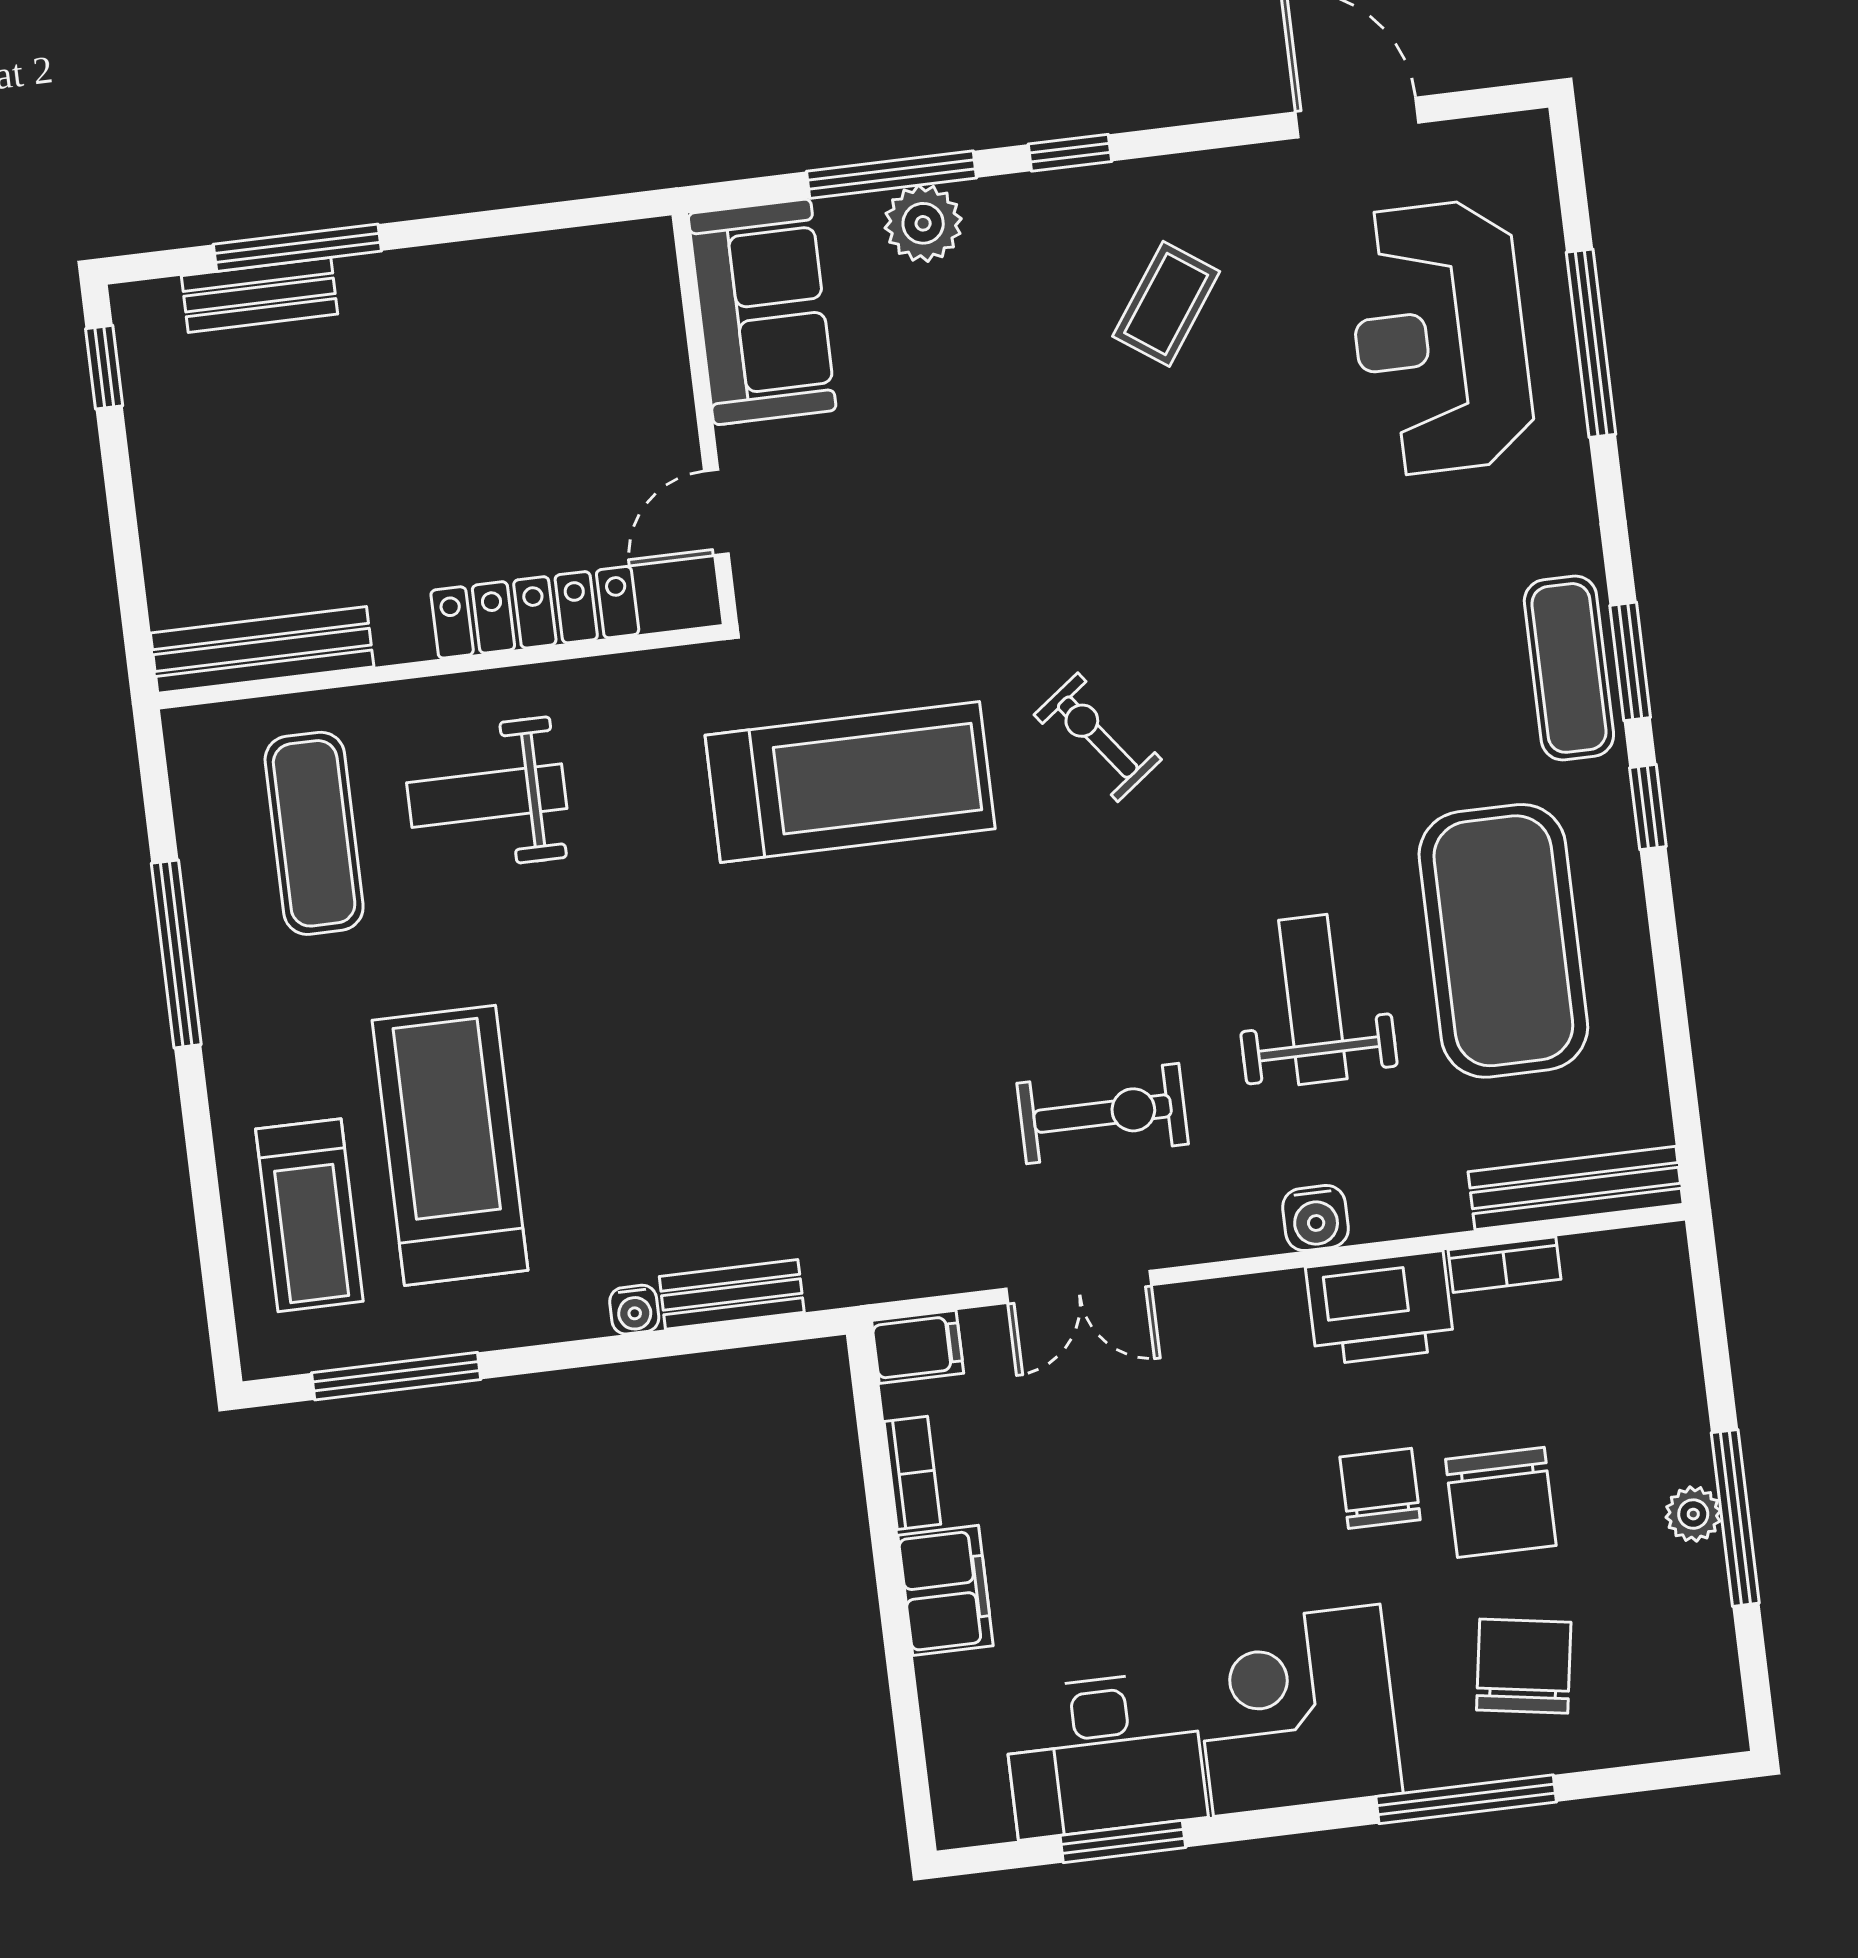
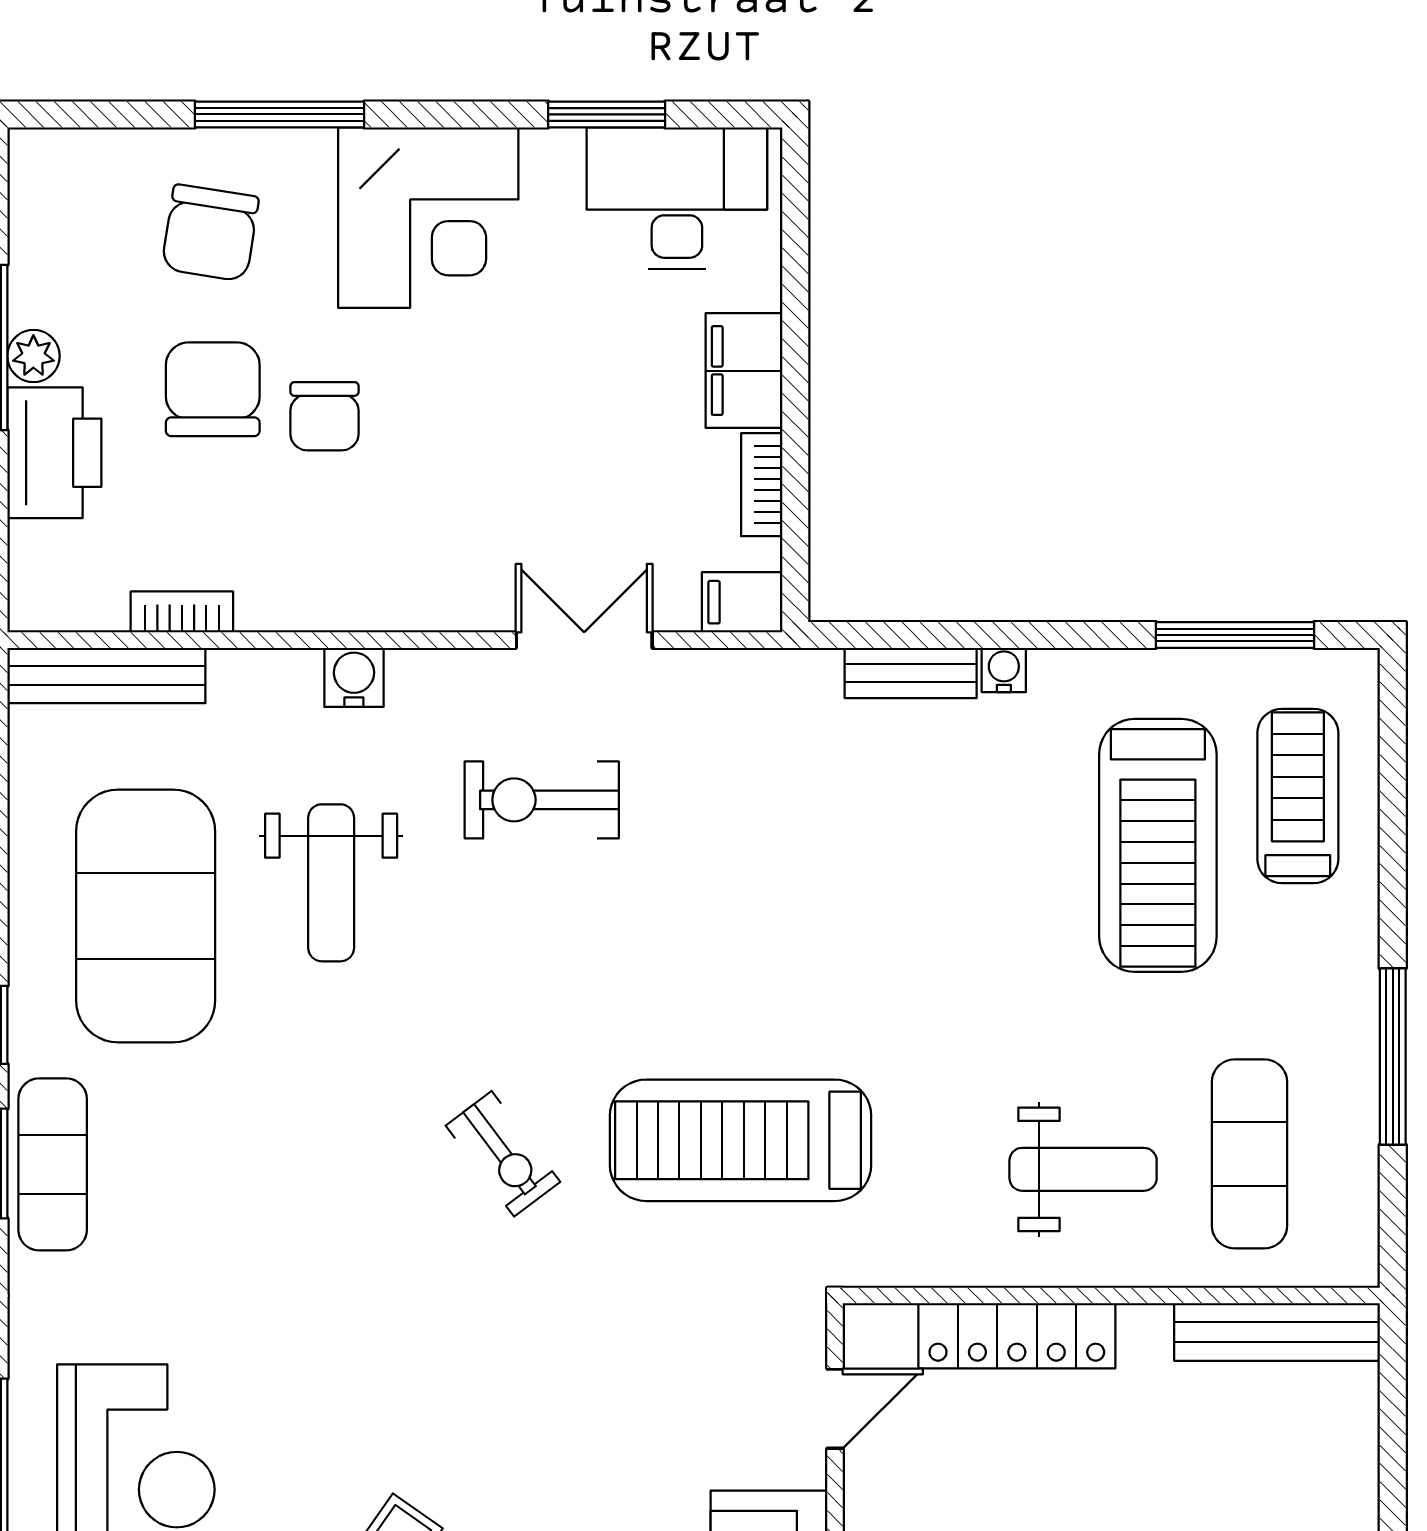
printer: (1380, 1308) -> (54, 453), moved, turned 90
desk: (1104, 1754) -> (677, 198), moved

